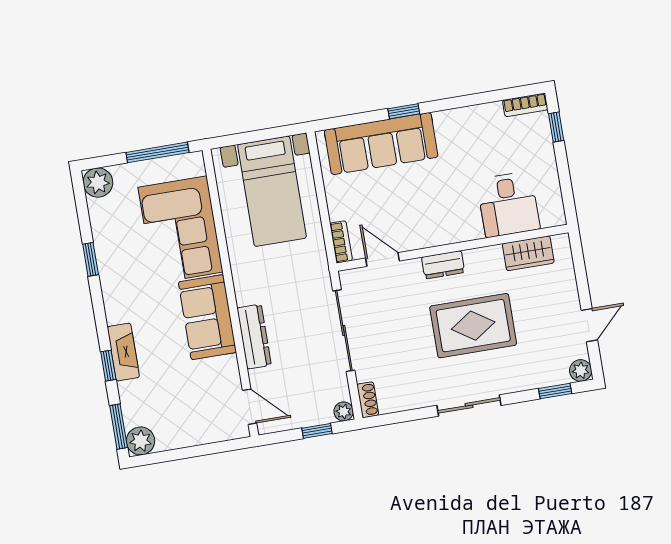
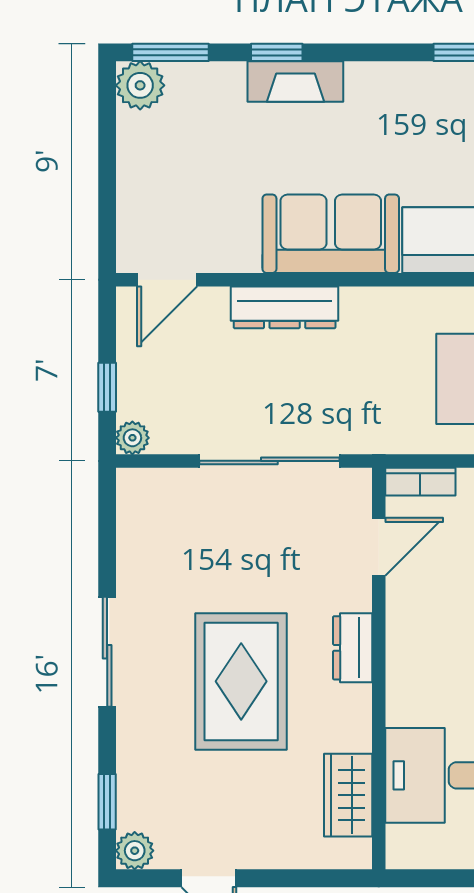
shoe rack: (368, 400) -> (145, 482), removed

